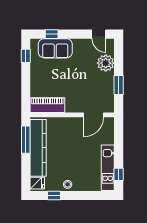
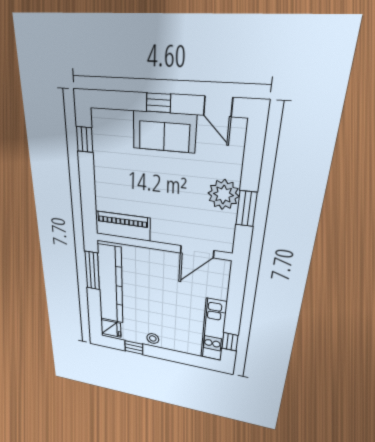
window: (52, 34) -> (159, 103), moved
sofa: (55, 48) -> (164, 132), moved
plant: (106, 63) -> (223, 195), moved

